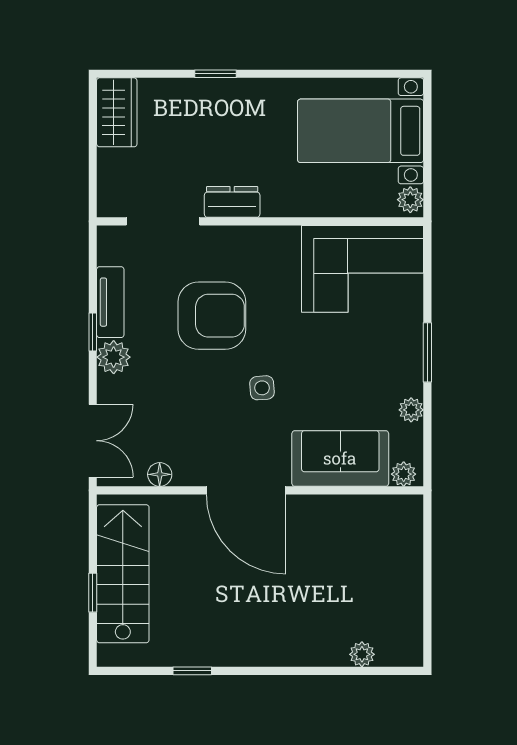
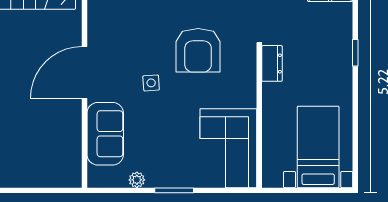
plant: (410, 200) -> (273, 179), removed
floor lamp: (160, 474) -> (95, 16), removed
plant: (404, 474) -> (95, 175), removed

